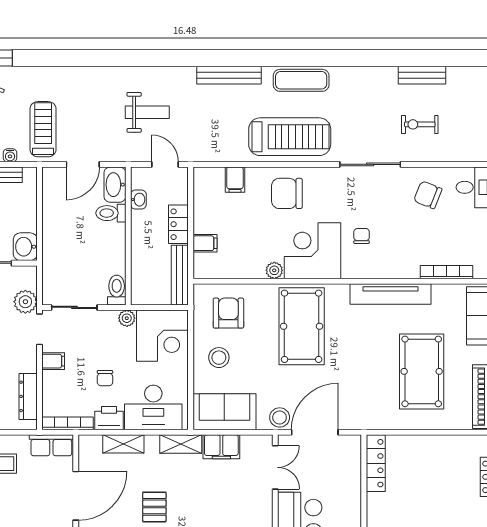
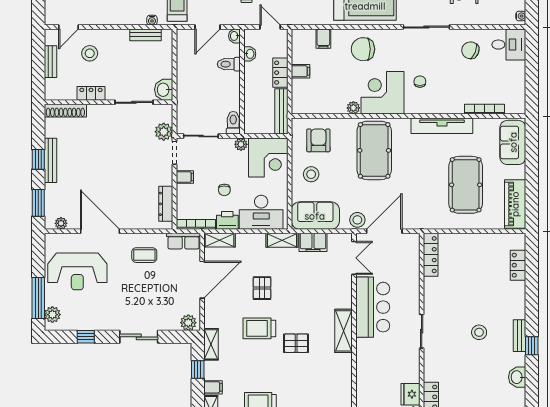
washbasin: (115, 185) -> (234, 36), width x0.52, depth x0.69
filing cabinet: (205, 243) -> (301, 71), moved
shelving: (123, 444) -> (220, 240), moved

